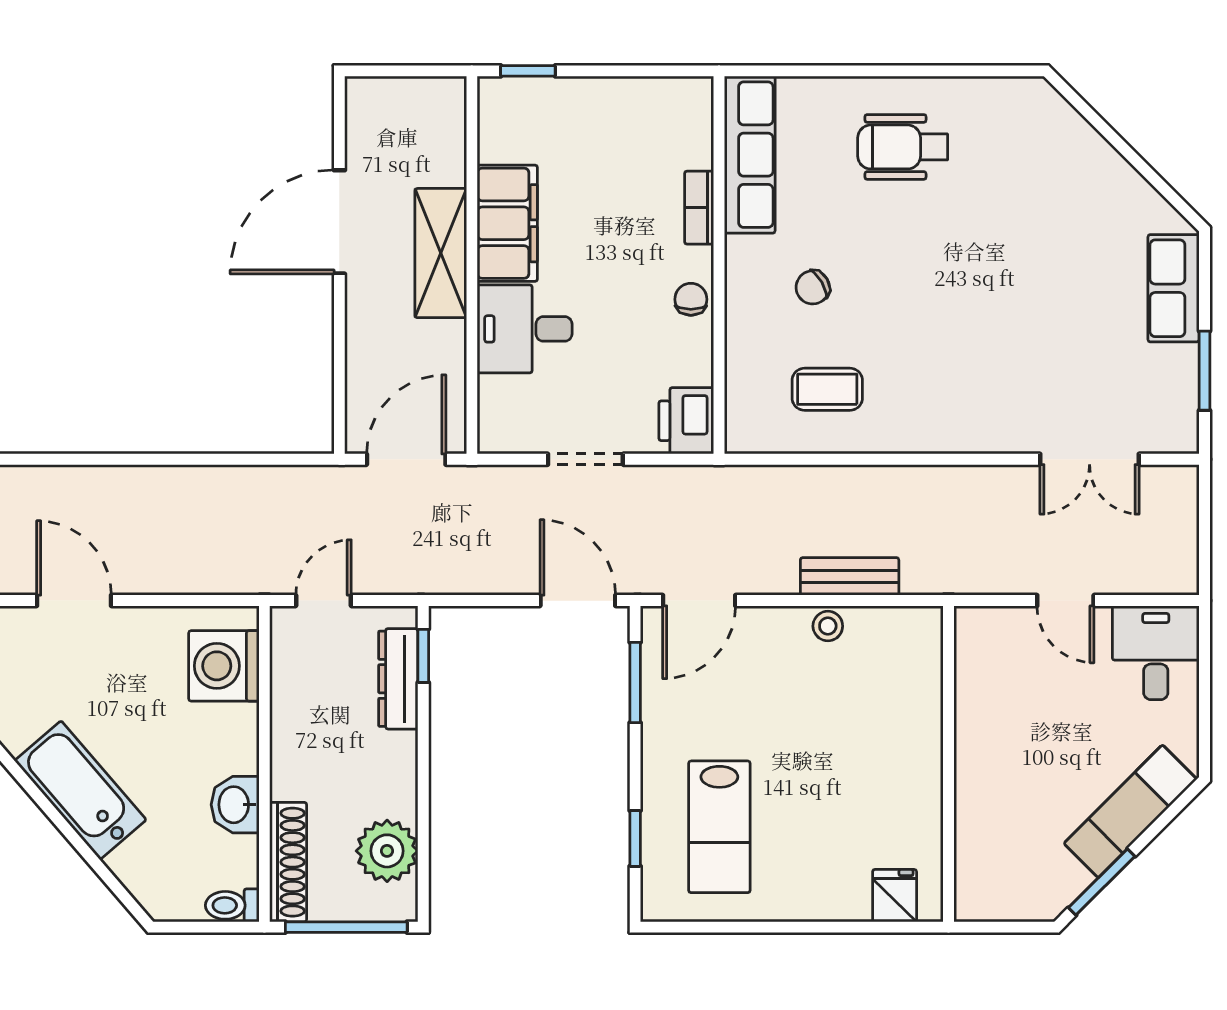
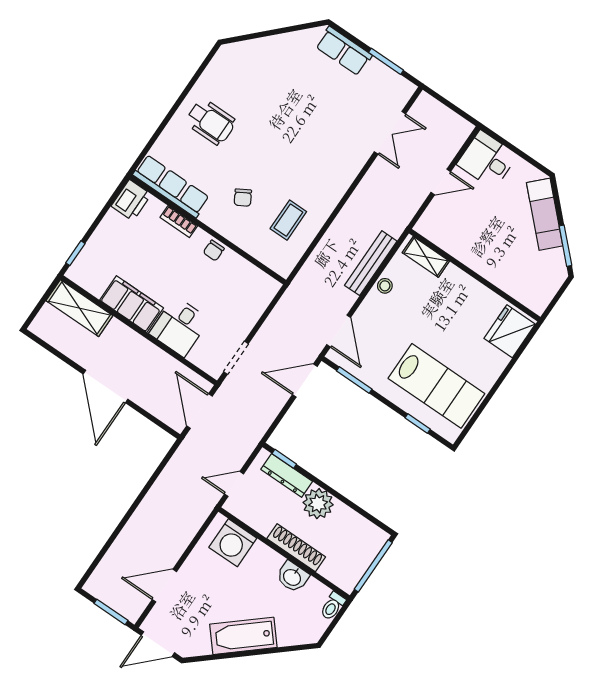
wheelchair: (903, 147) -> (211, 122), turned -90
door: (339, 222) -> (106, 387), moved
shelving: (441, 253) -> (79, 308), moved
chair: (691, 299) -> (214, 250), turned -90
printer: (686, 421) -> (131, 200), moved, turned -90
doorway: (585, 459) -> (236, 358), moved
bench: (850, 576) -> (371, 263), width x1.36
door: (323, 601) -> (234, 484), hinge flipped
shelving: (923, 661) -> (426, 257), added
lab bench: (719, 827) -> (436, 386), width x1.36, depth x1.39
plant: (387, 851) -> (318, 504), moved
shoe rack: (288, 862) -> (296, 548), moved
fridge: (895, 896) -> (510, 331), width x1.88, depth x1.34

